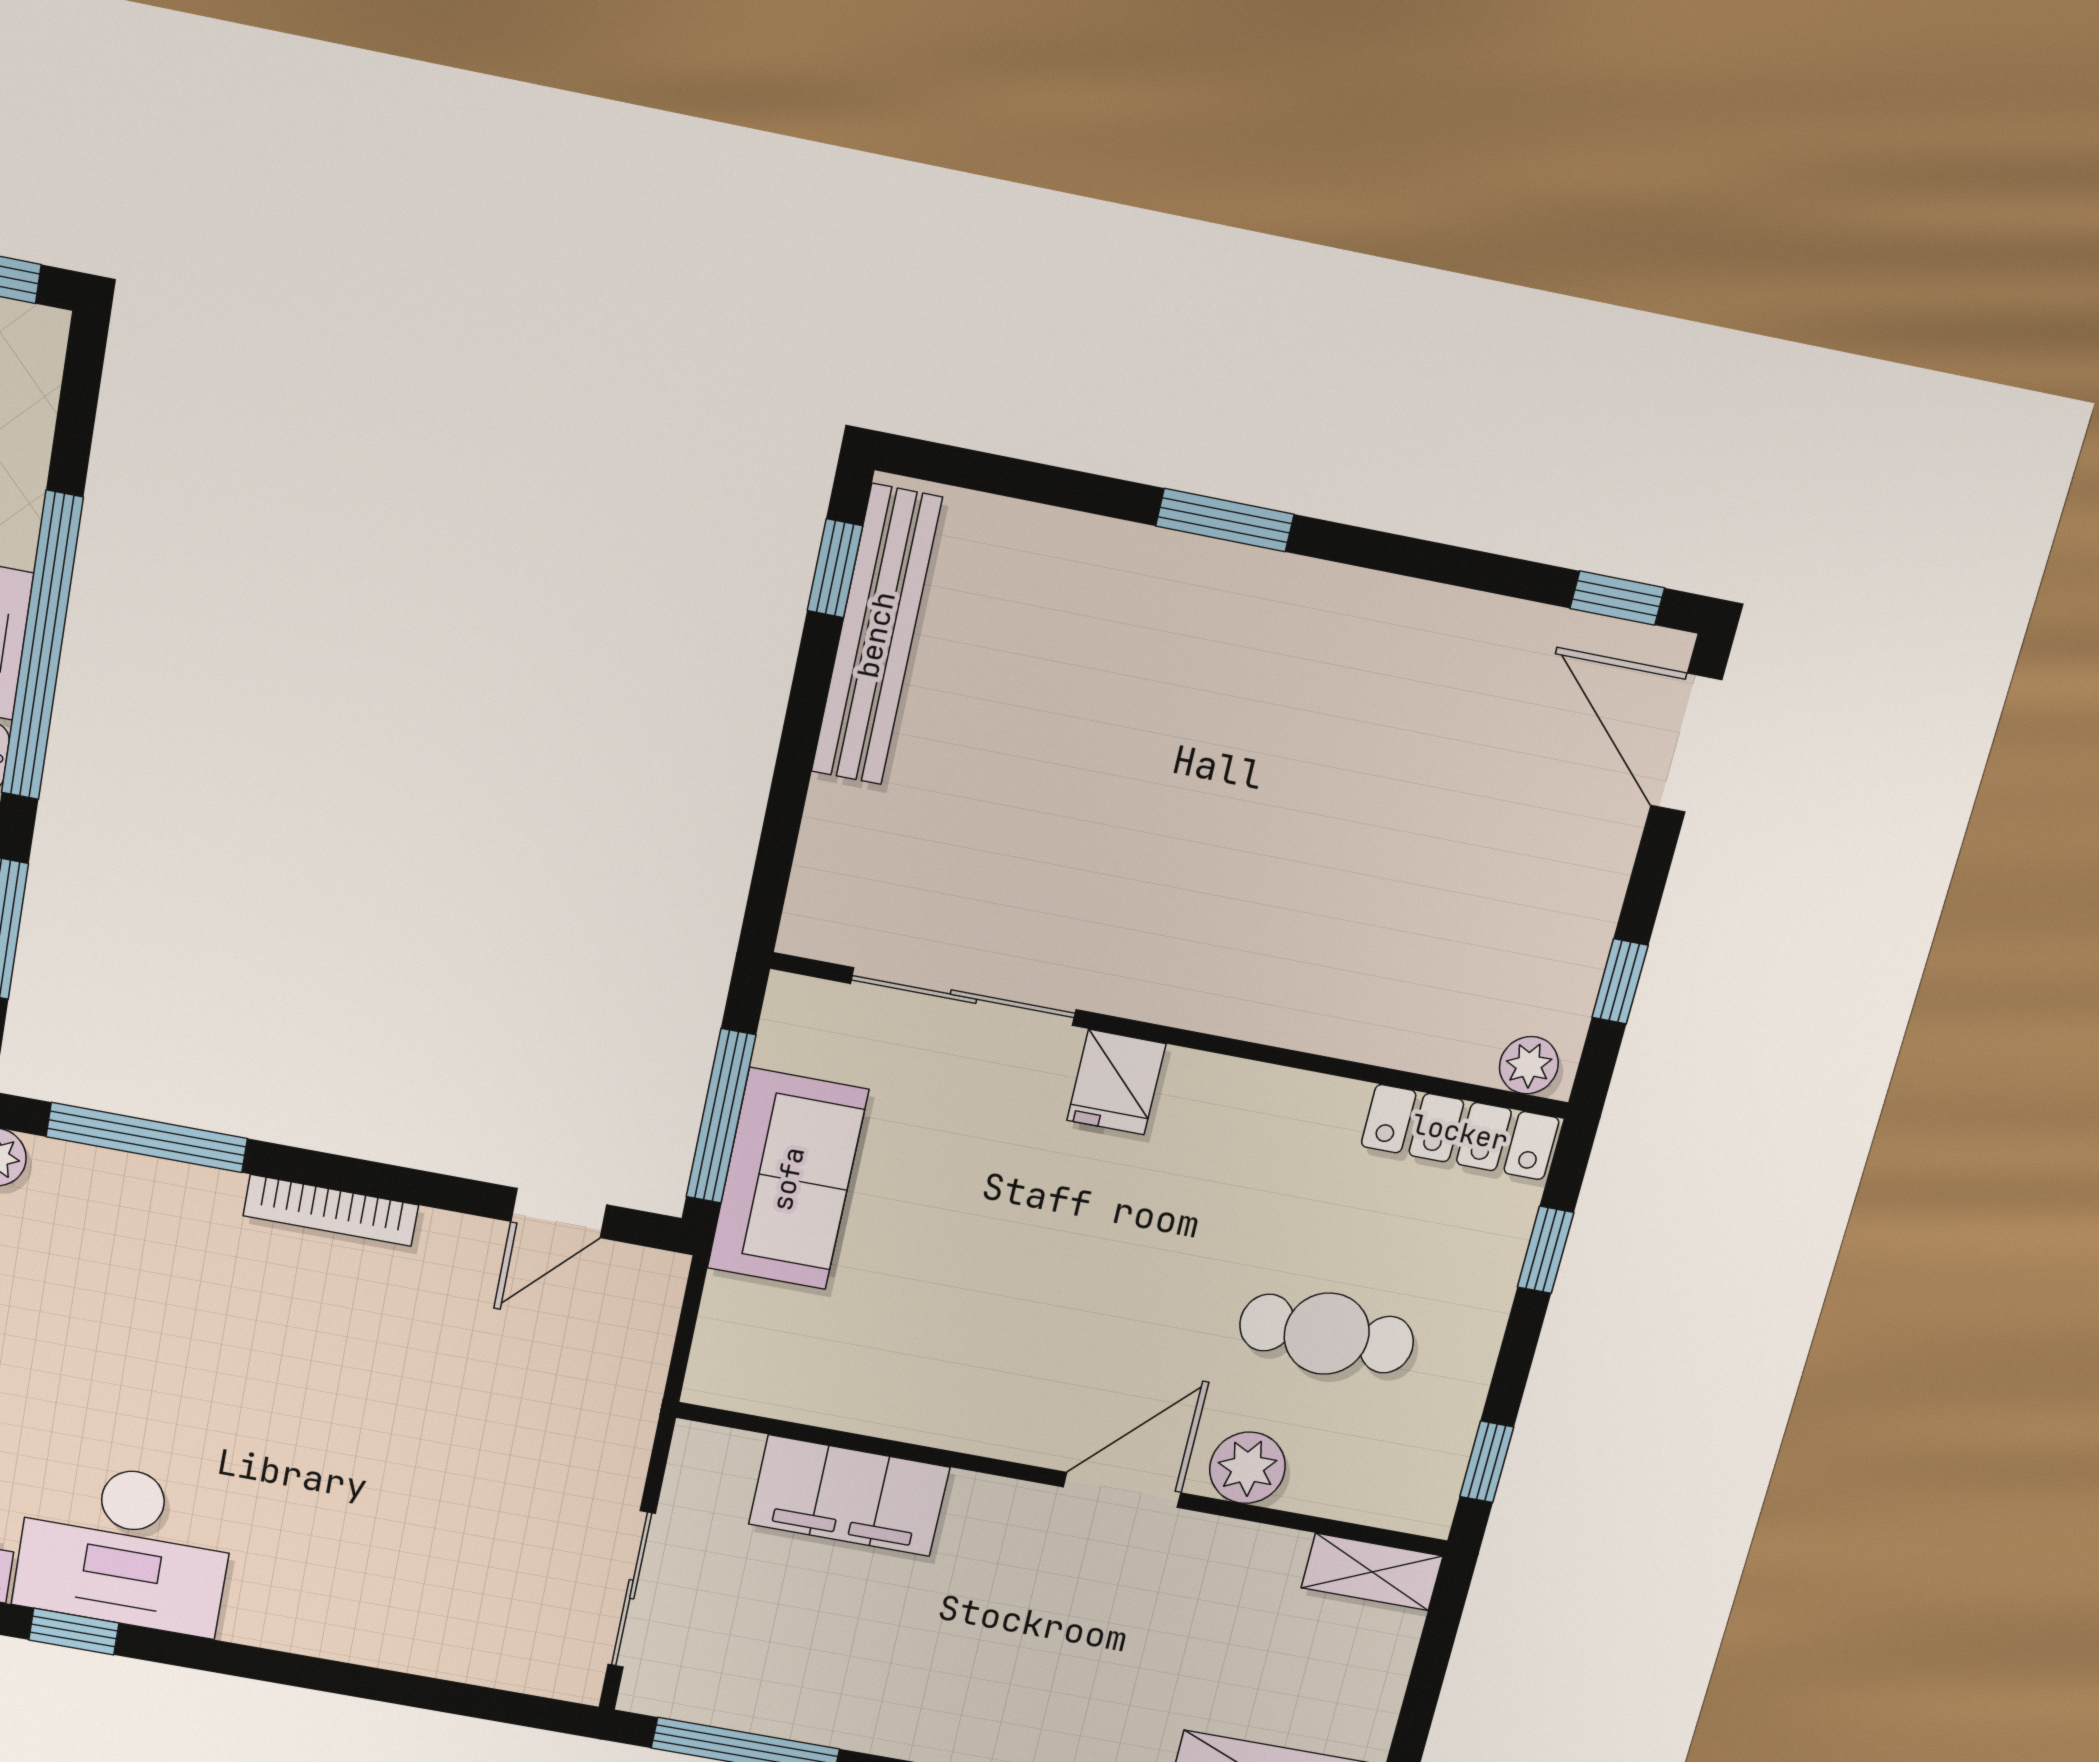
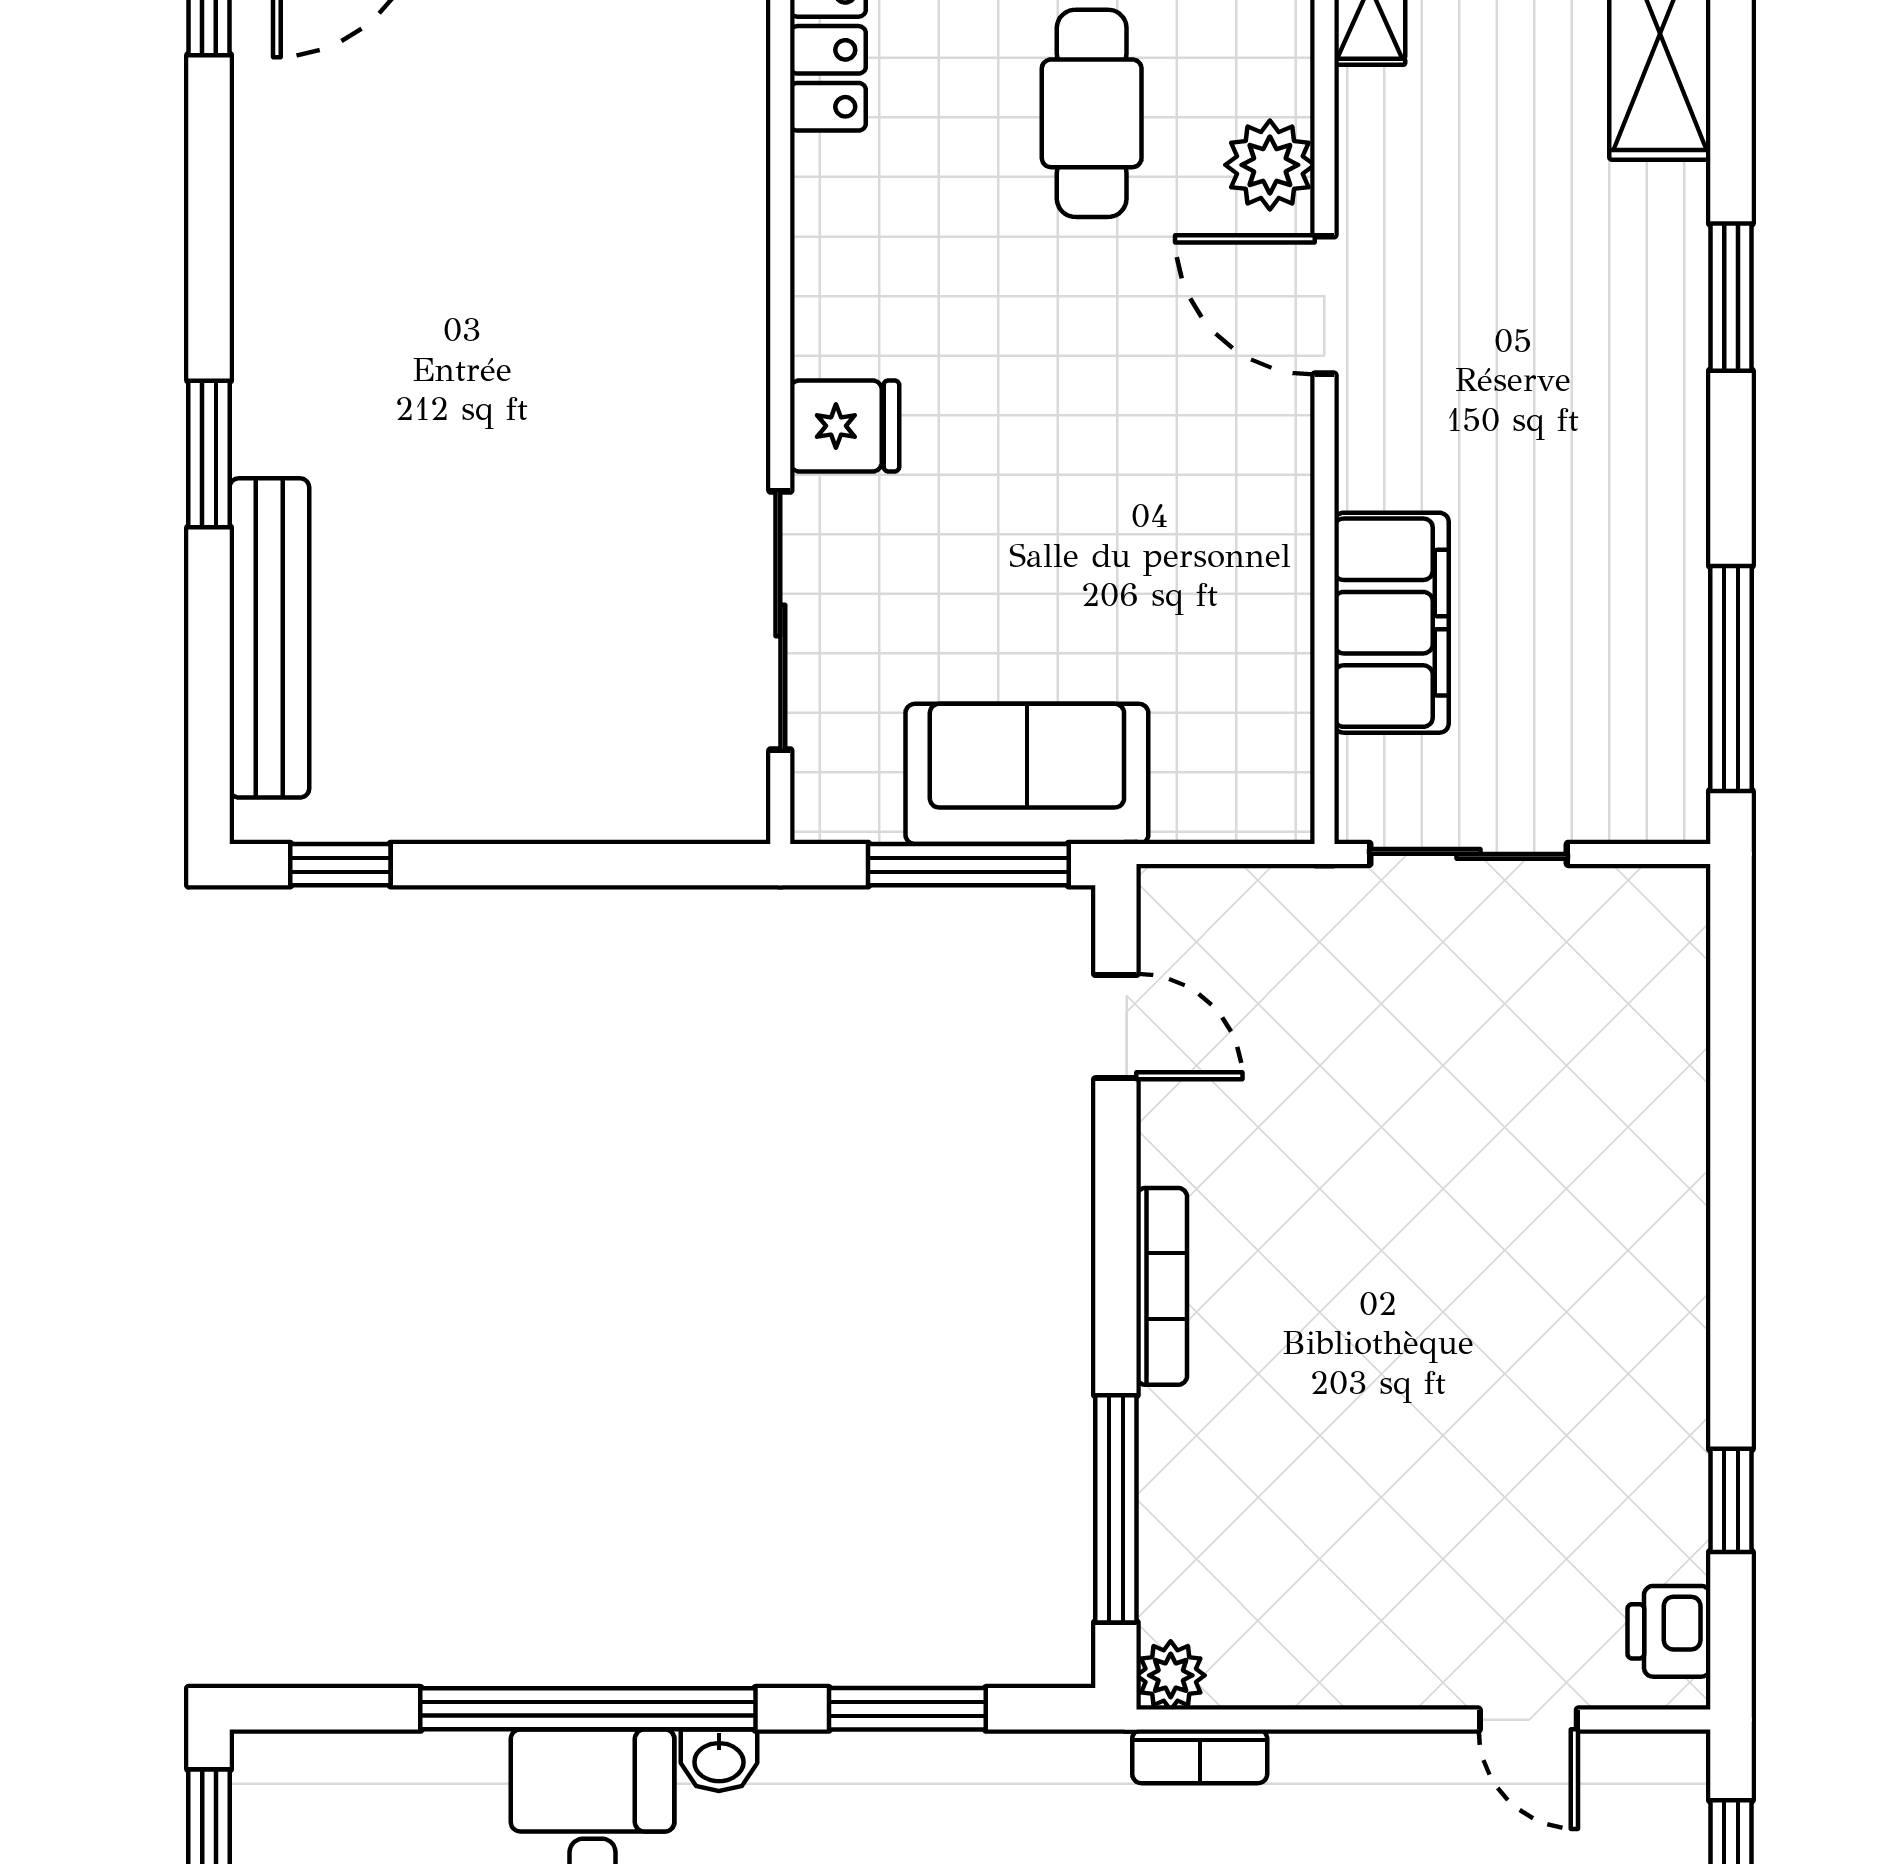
bench: (876, 635) -> (269, 638), moved, turned 90
desk: (125, 1547) -> (1614, 1457), removed
sliding door: (632, 1589) -> (1469, 854), moved

